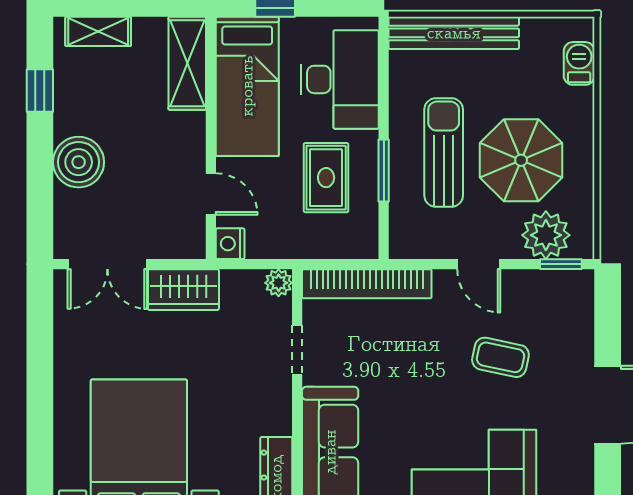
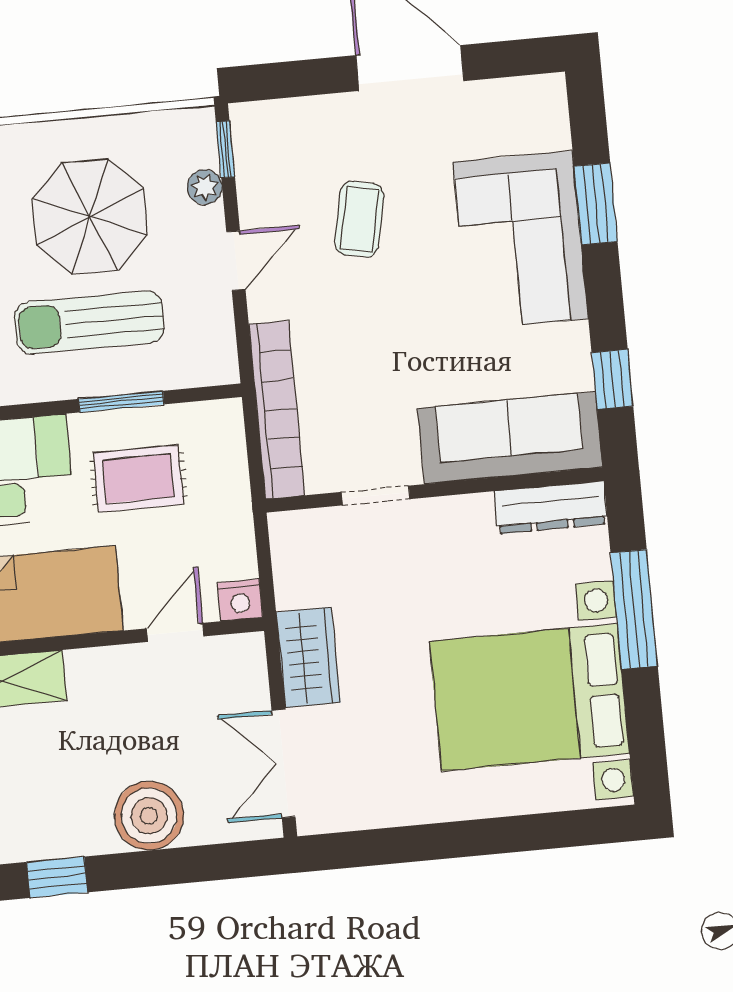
plant: (546, 235) -> (205, 187), width x0.53, depth x0.53
double door: (107, 264) -> (283, 763), swing flipped
plant: (279, 283) -> (287, 529), removed

